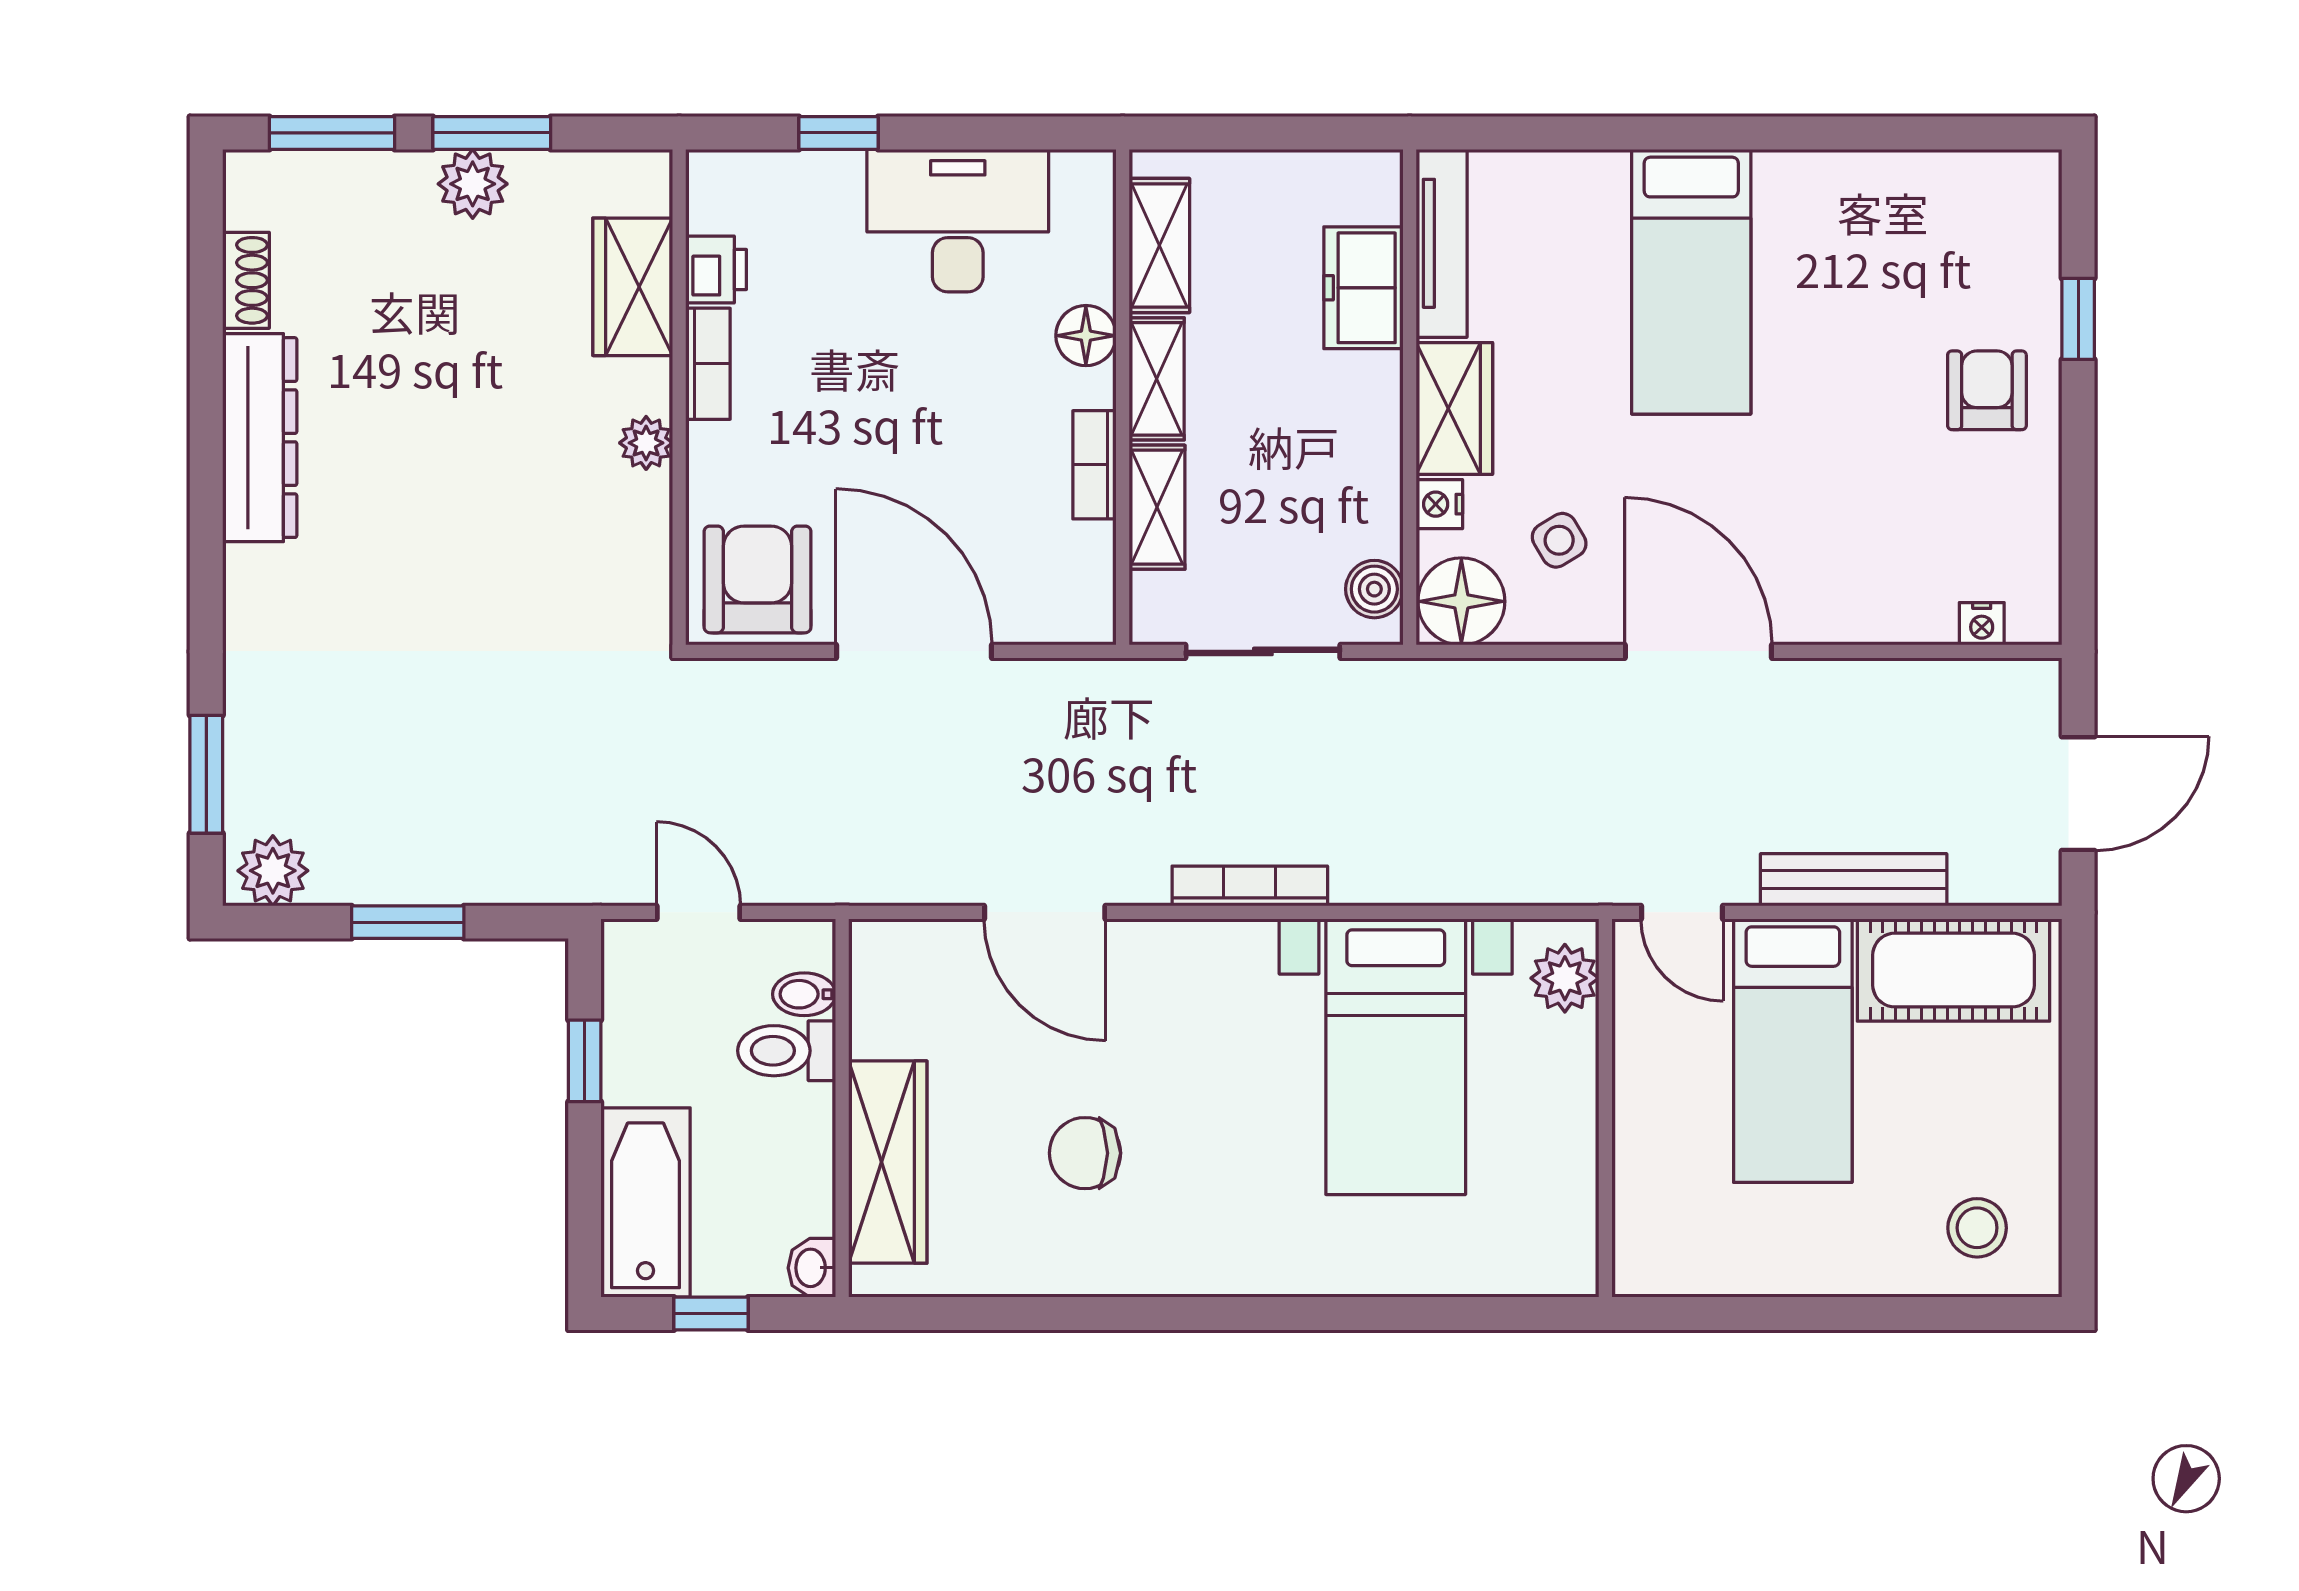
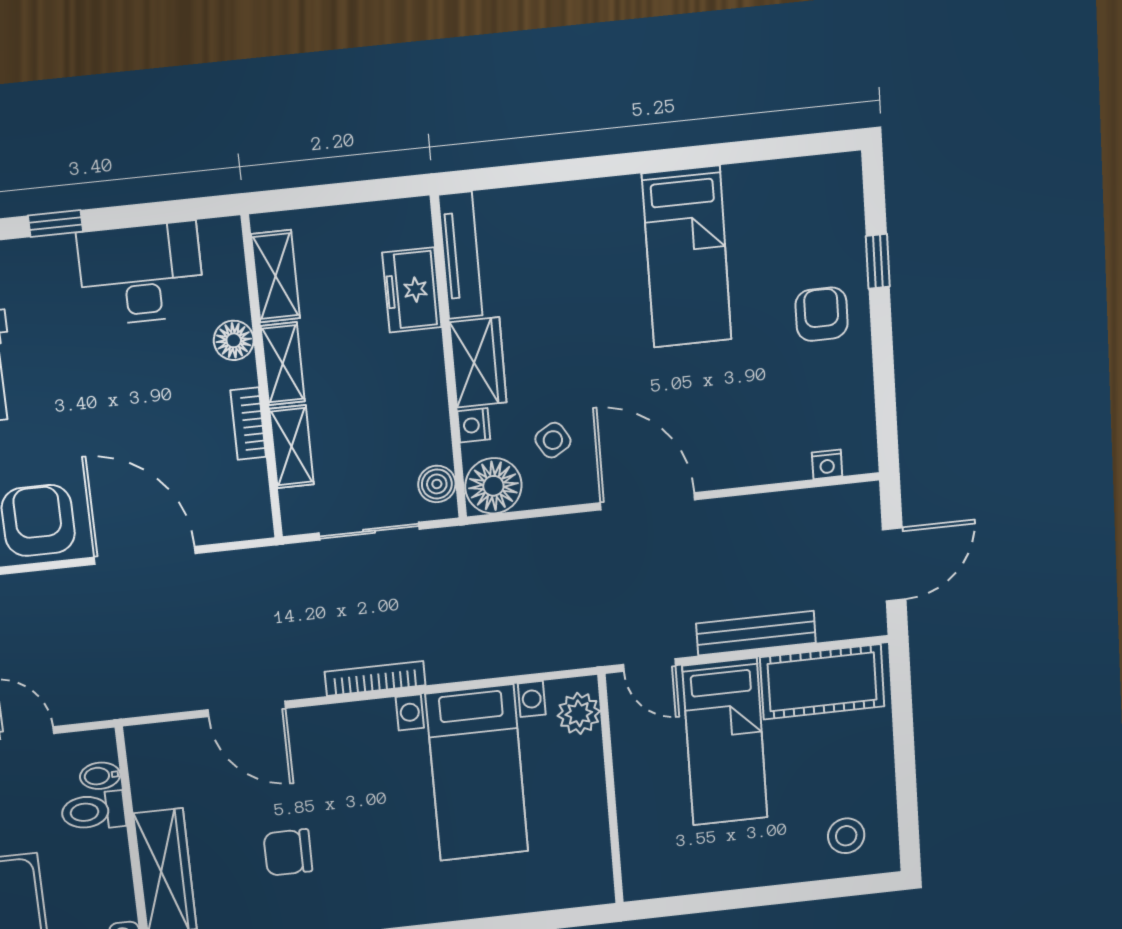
bed: (1691, 282) -> (687, 257), moved

